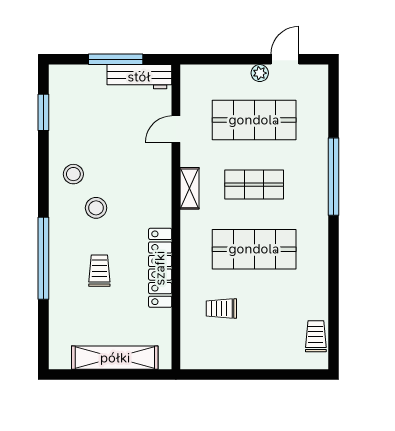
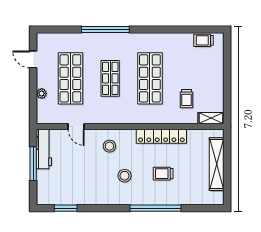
plant: (260, 73) -> (42, 93), moved
stool: (73, 174) -> (109, 146), moved
shelving: (189, 188) -> (211, 118), moved

